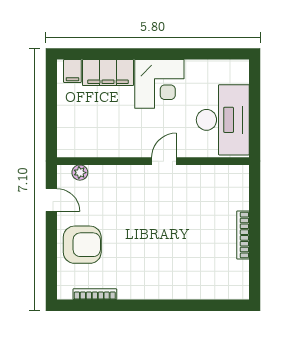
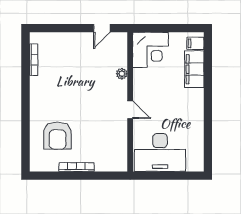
corner desk: (159, 84) -> (151, 50), moved, turned -90
plant: (80, 173) -> (122, 74), moved
armchair: (82, 245) -> (58, 136), moved

